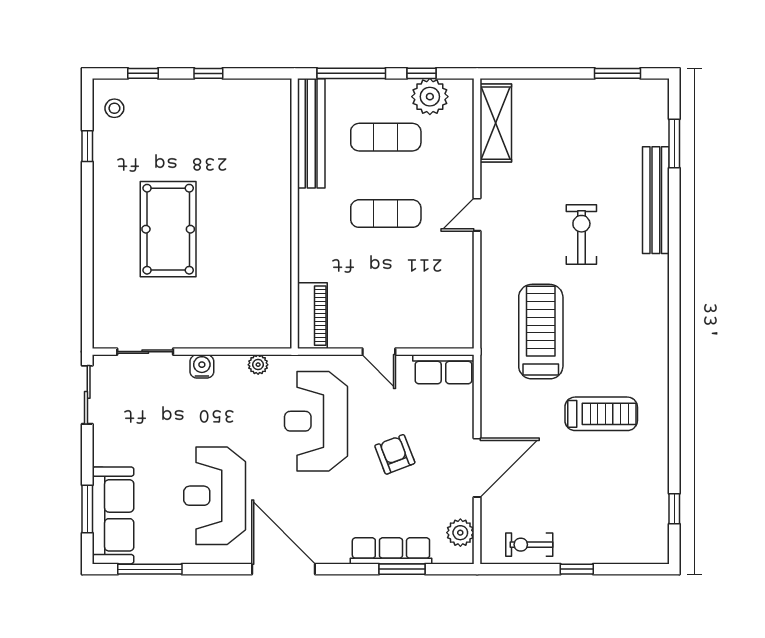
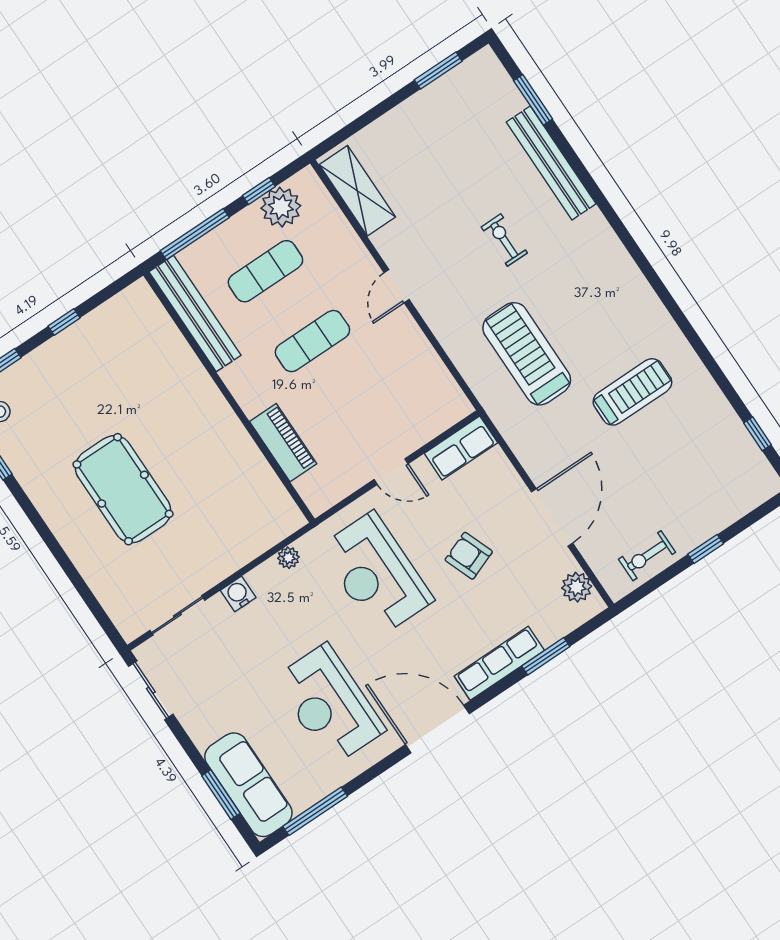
exercise bike: (581, 234) -> (504, 240), width x0.73, depth x0.72
piano: (312, 316) -> (283, 443), moved
row of seats: (391, 551) -> (499, 663), moved

